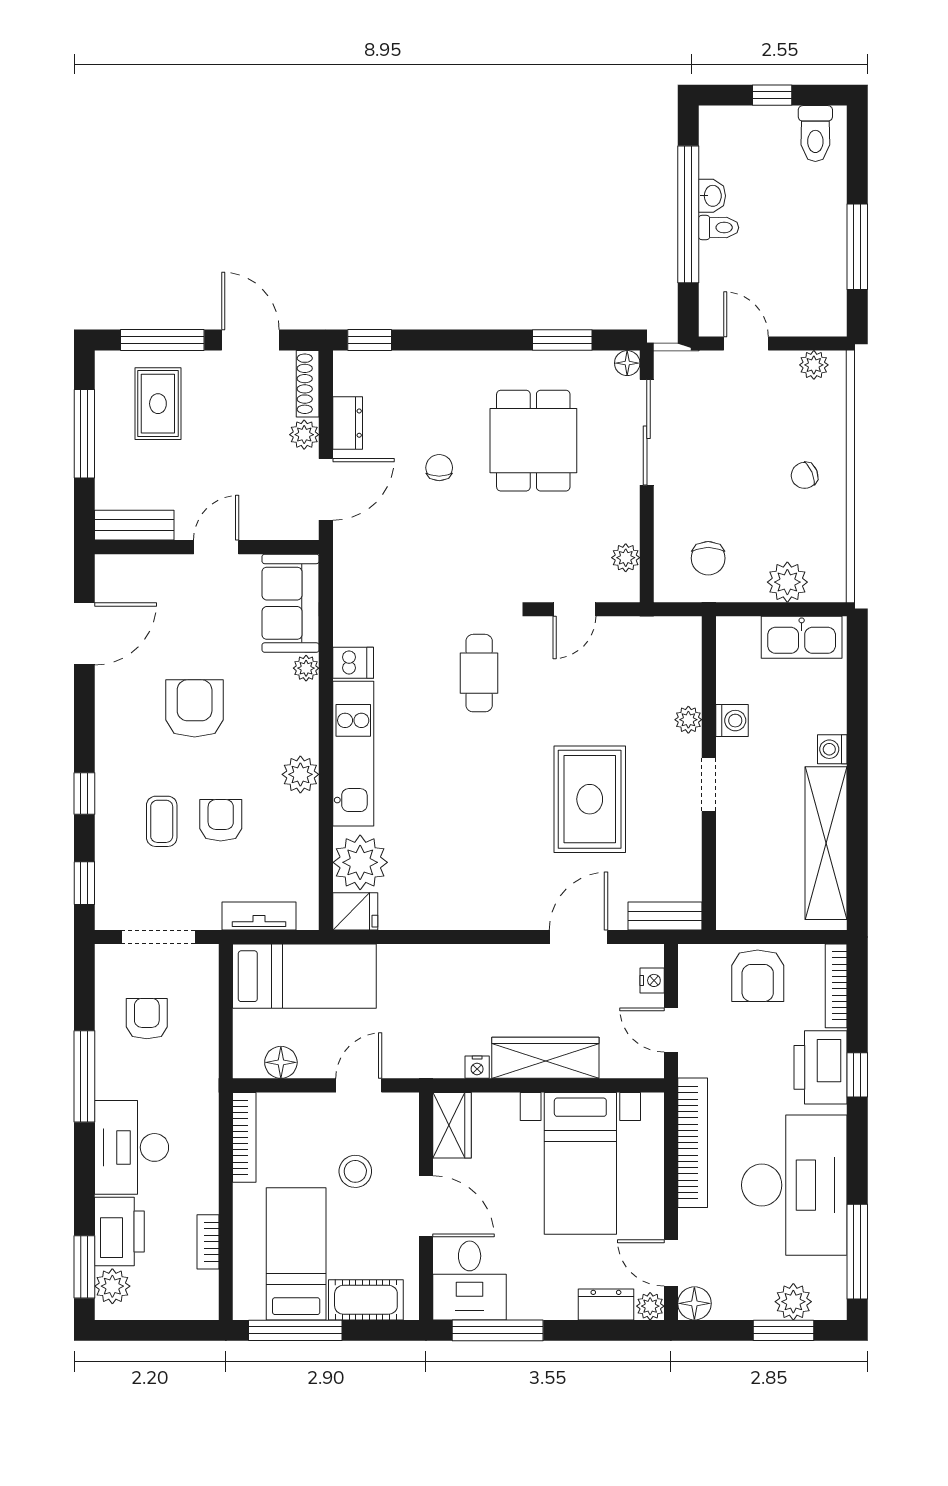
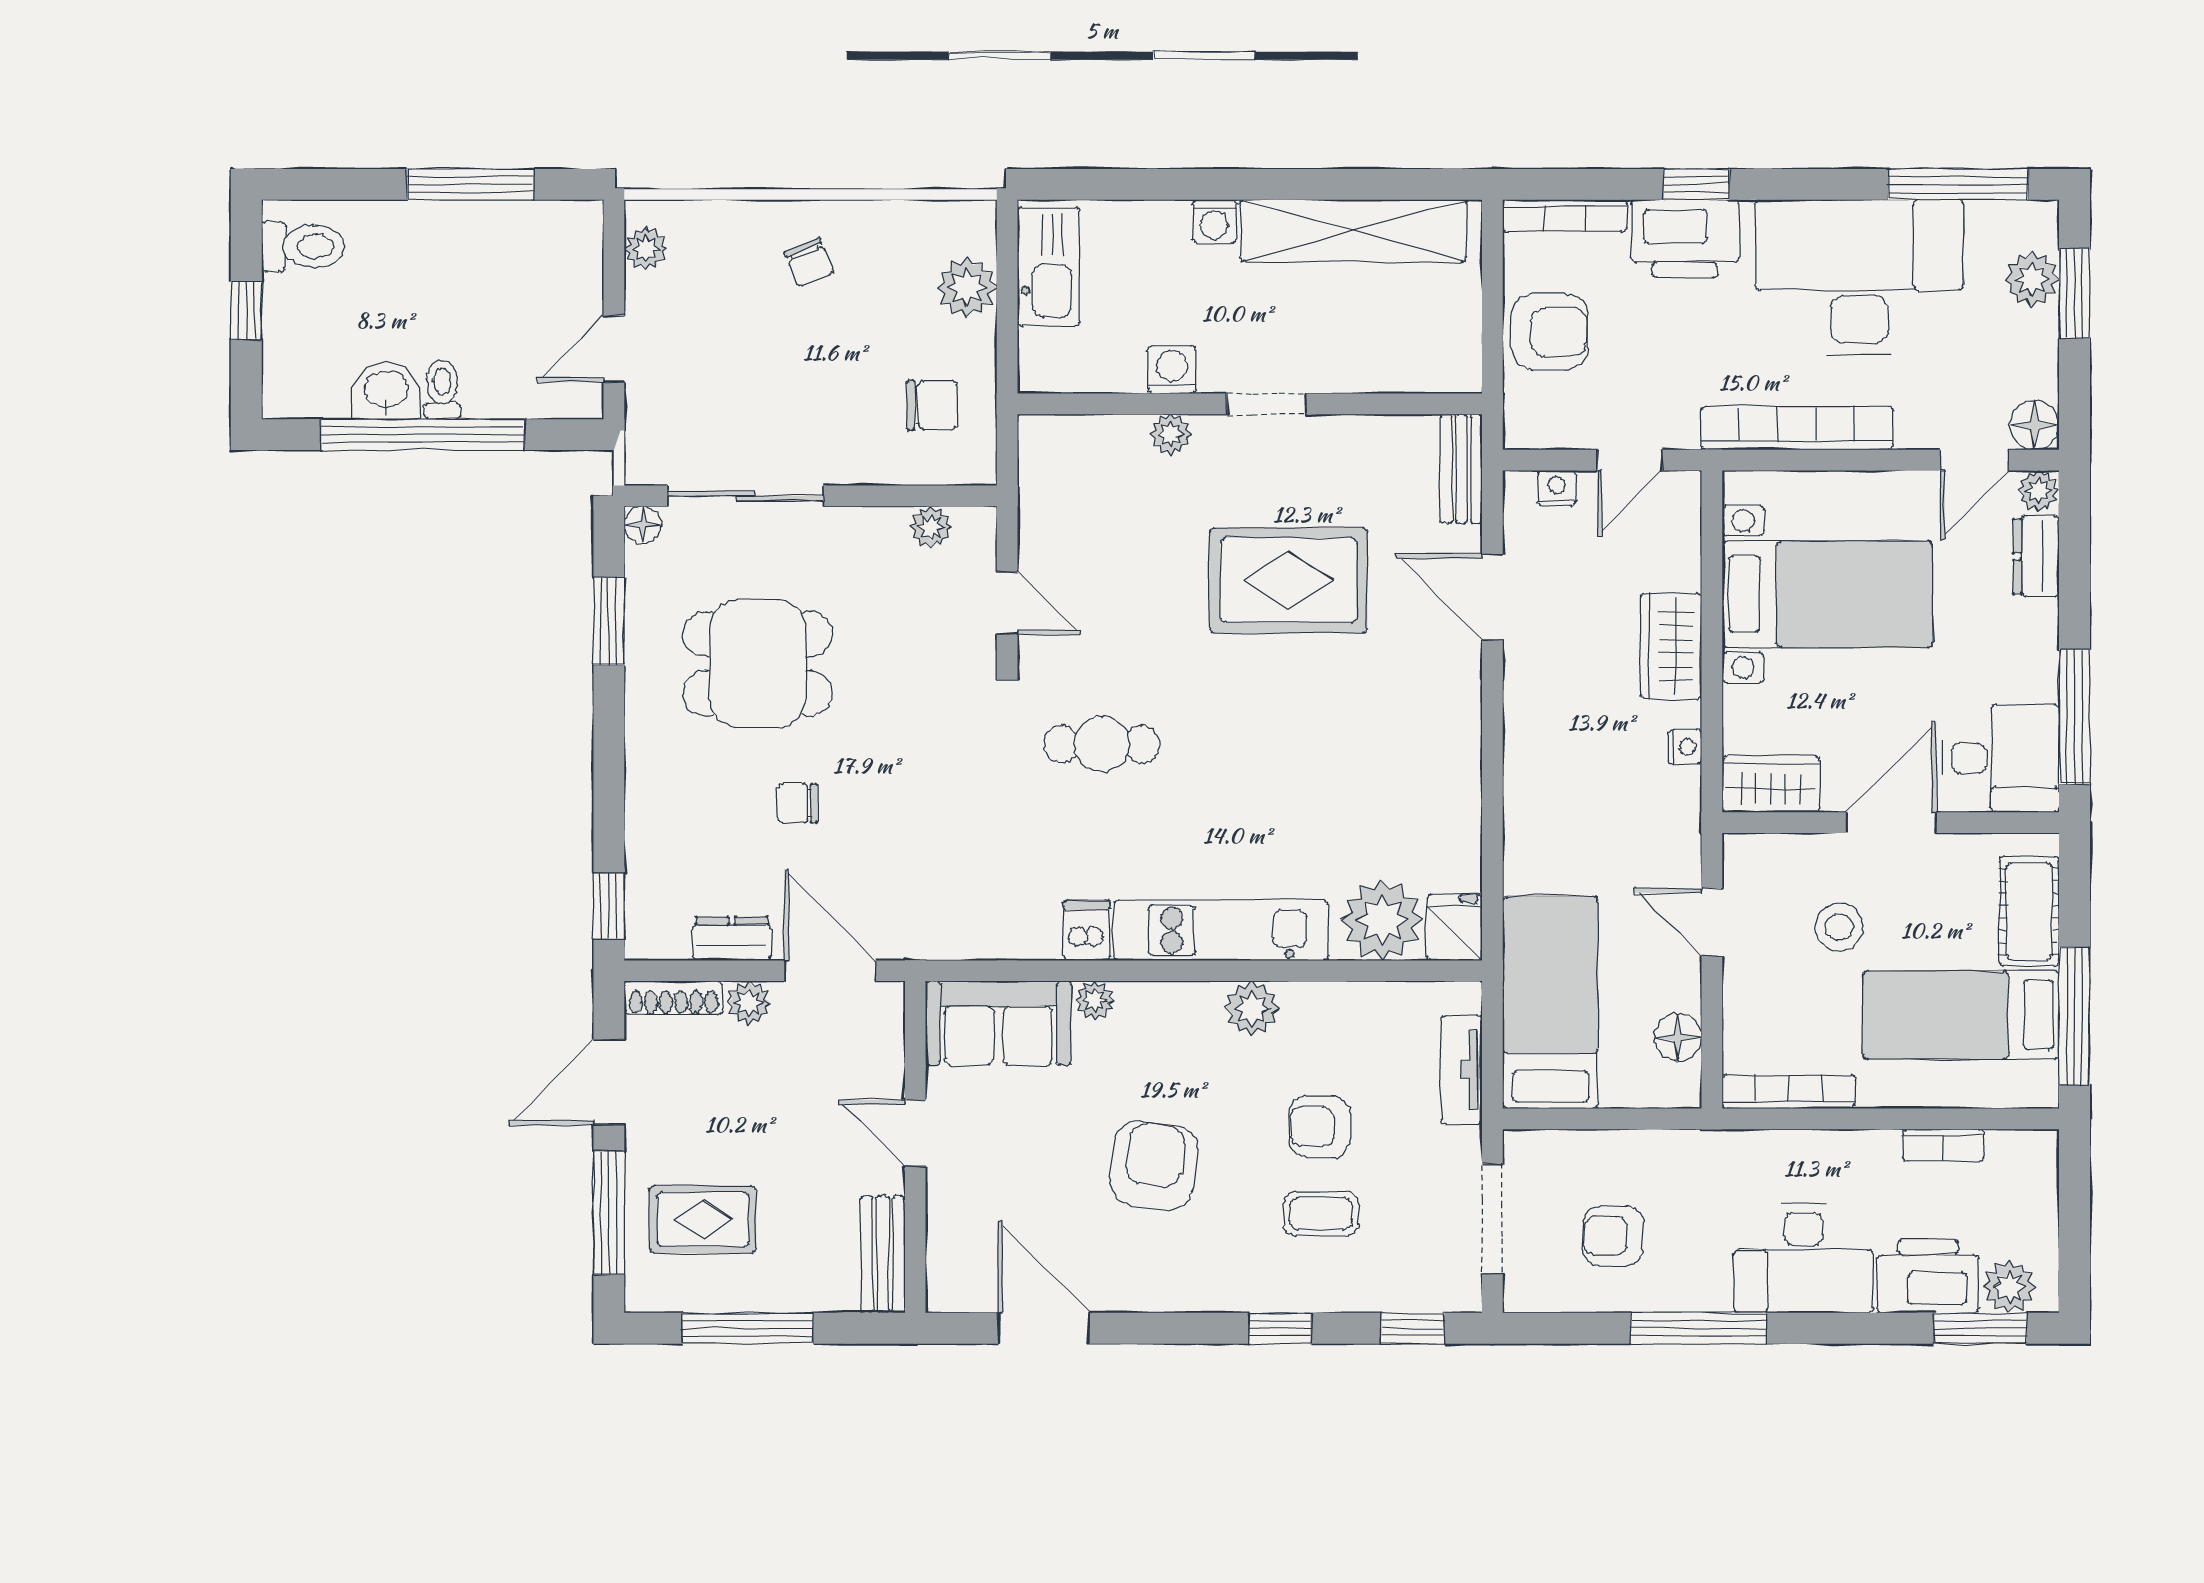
washbasin: (712, 196) -> (386, 390), width x1.38, depth x1.45
armchair: (195, 708) -> (1154, 1165), turned 98
wardrobe: (545, 1058) -> (1671, 646), width x0.67

